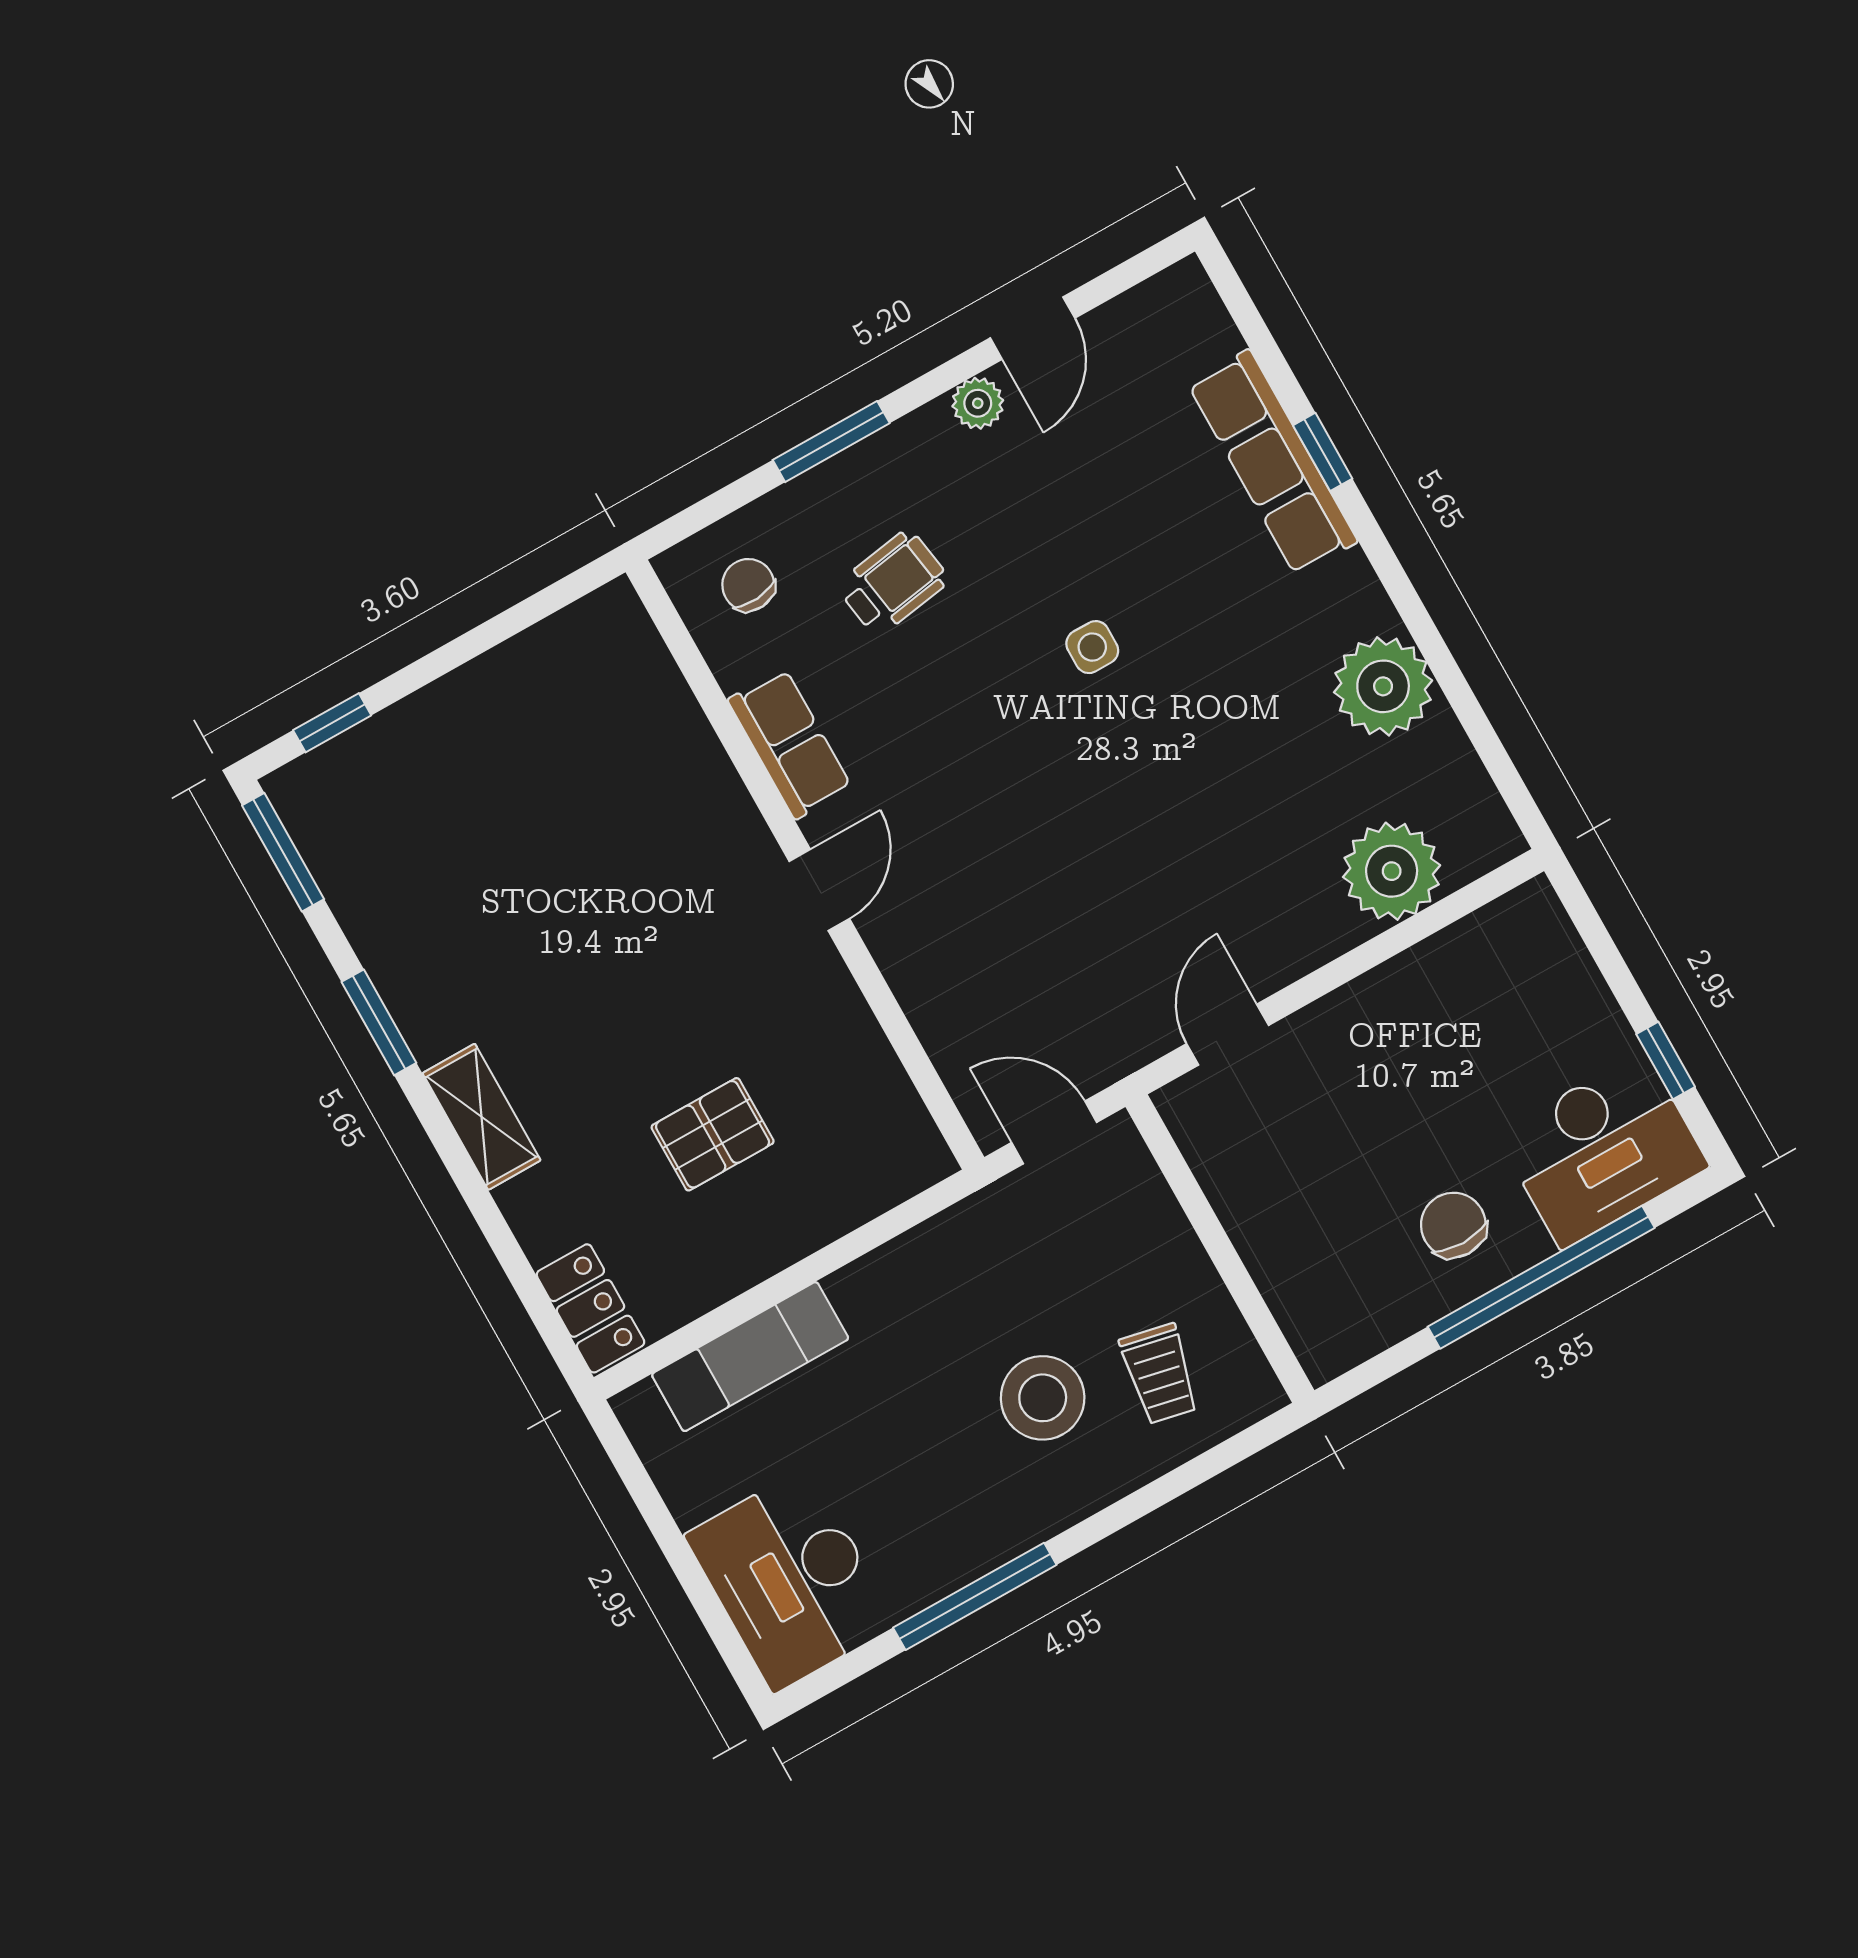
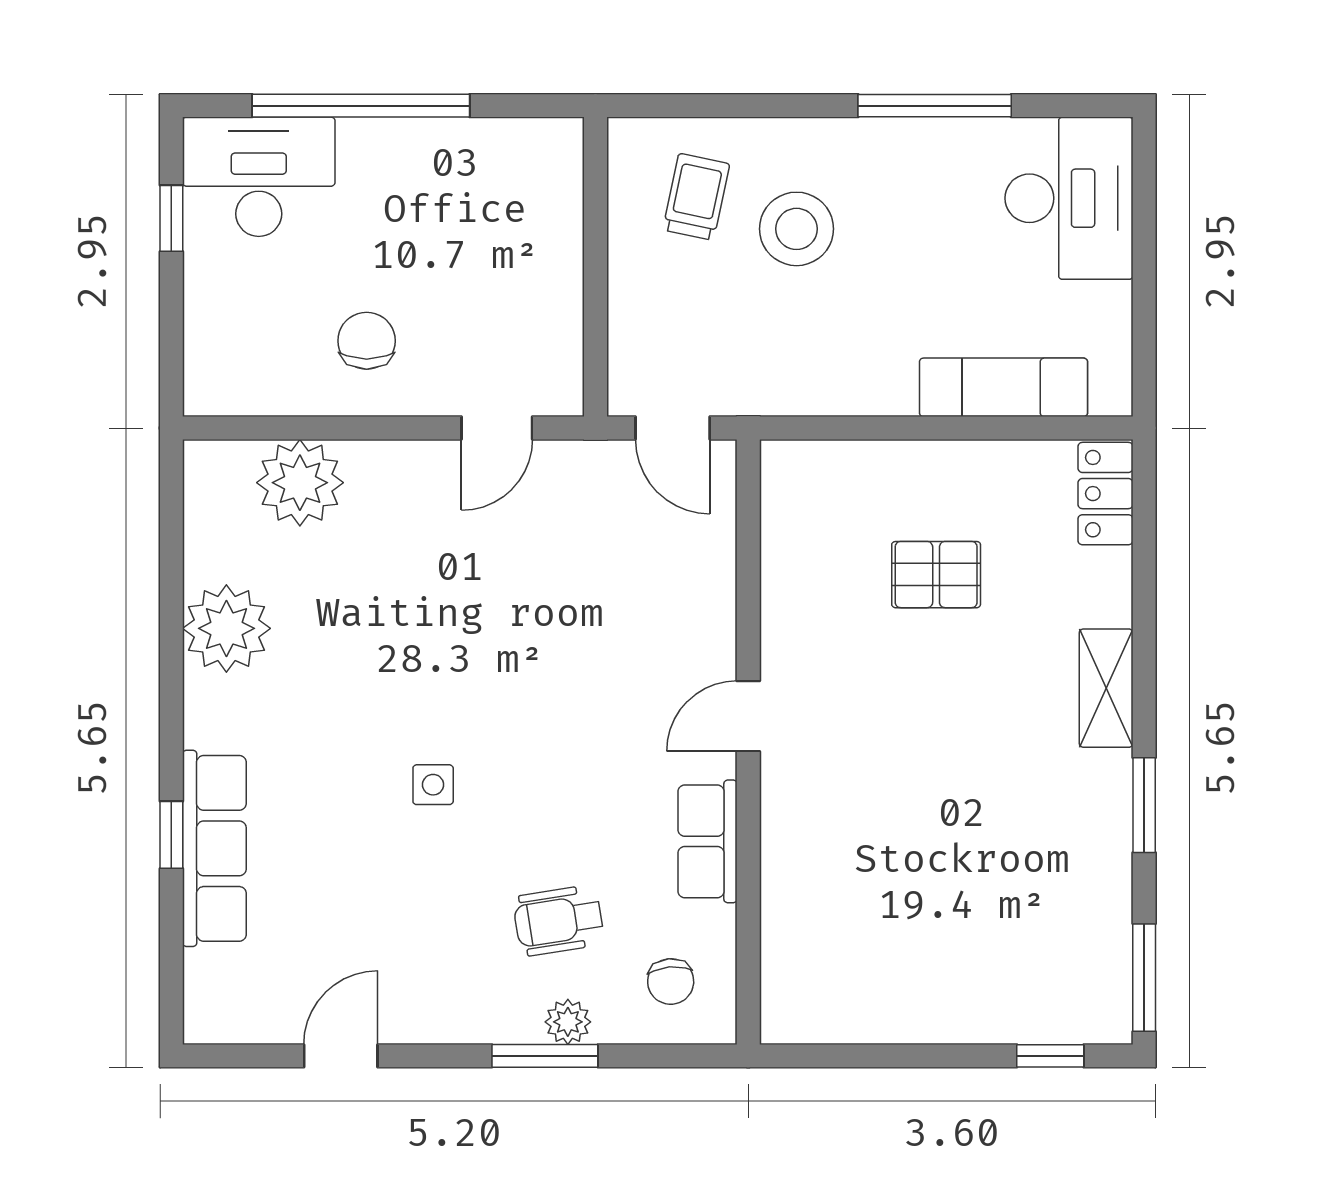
plant: (978, 403) -> (568, 1022), moved
chair: (1453, 1225) -> (367, 341), moved, turned 180

